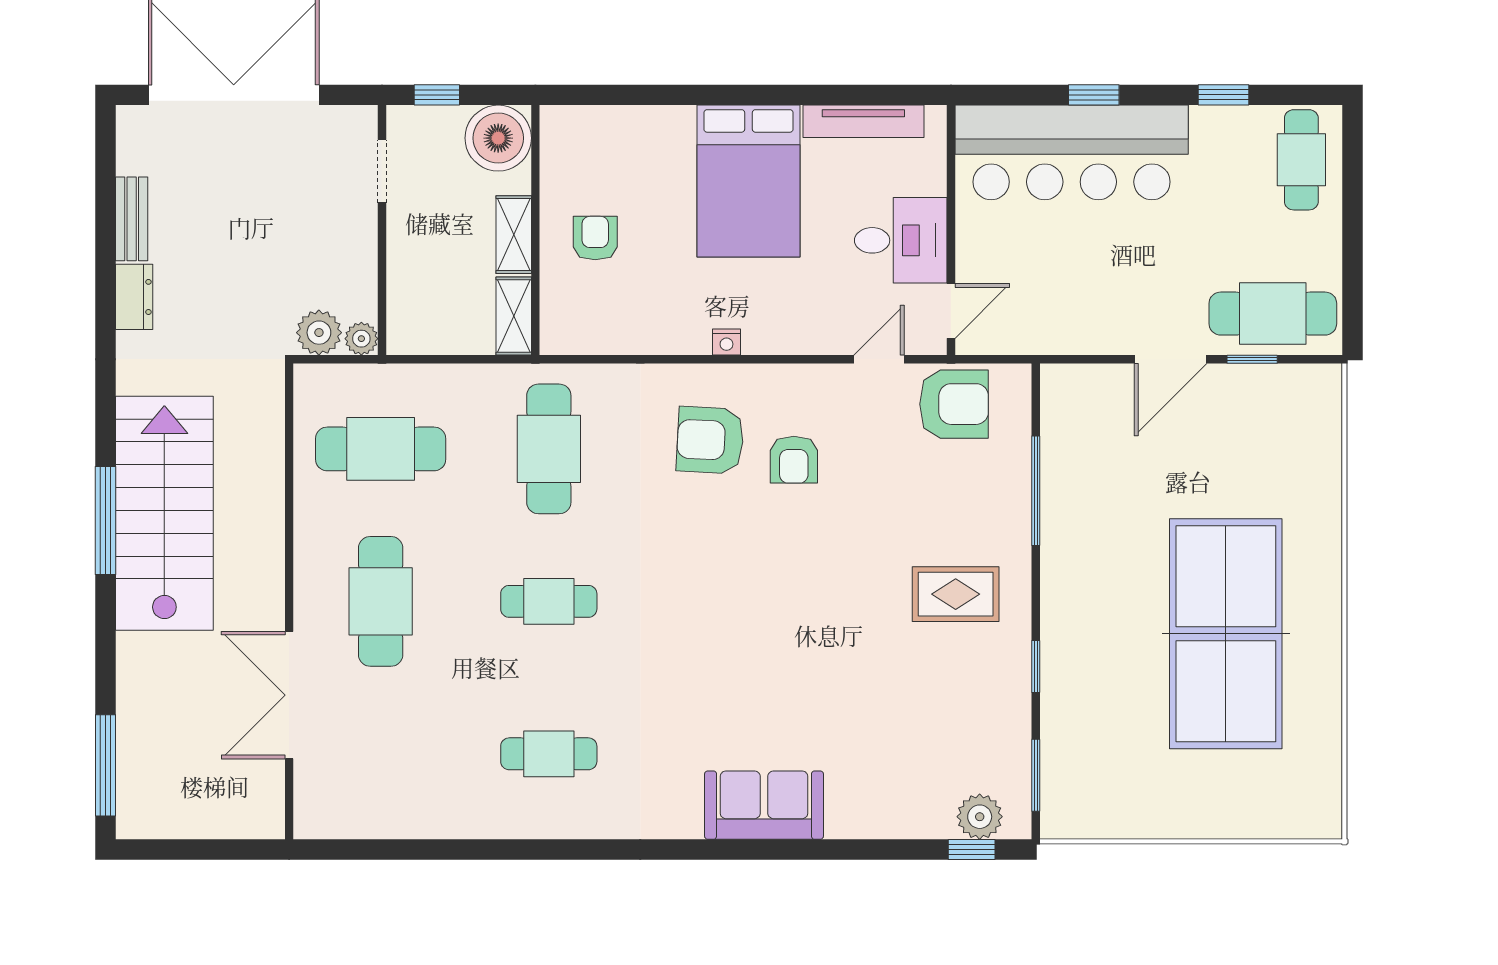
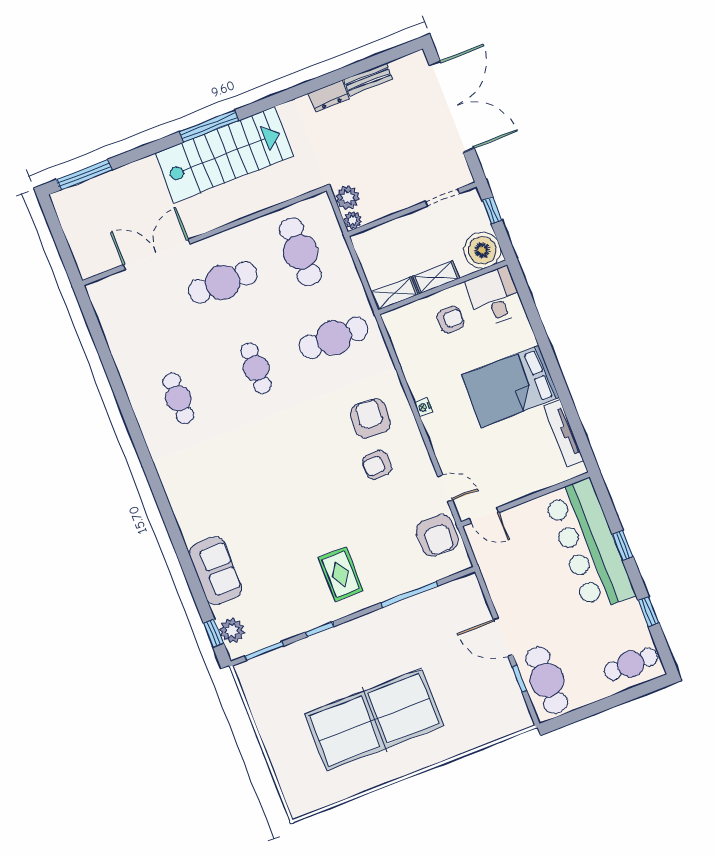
desk: (901, 240) -> (495, 297), moved, turned 180
sofa: (764, 805) -> (215, 571), moved

